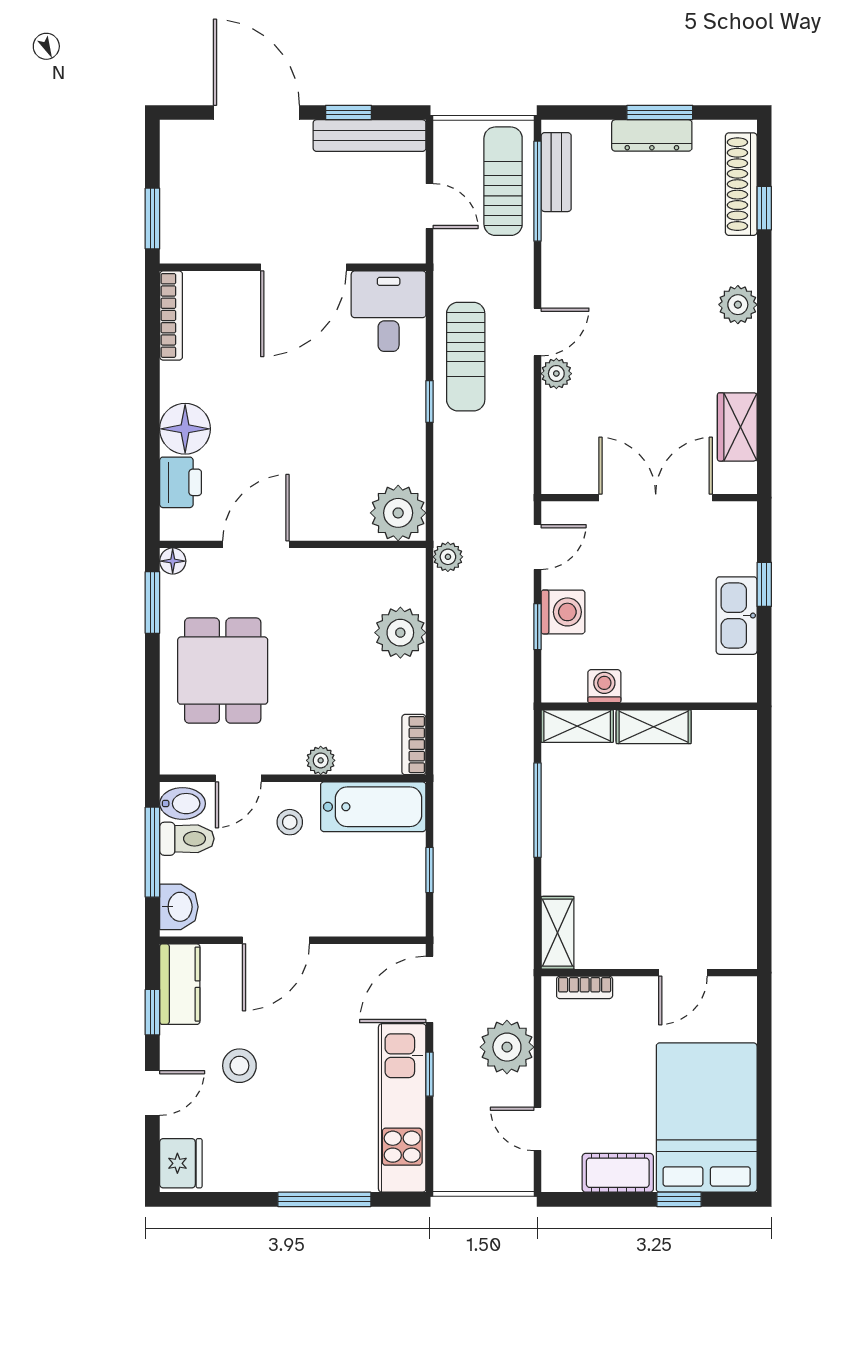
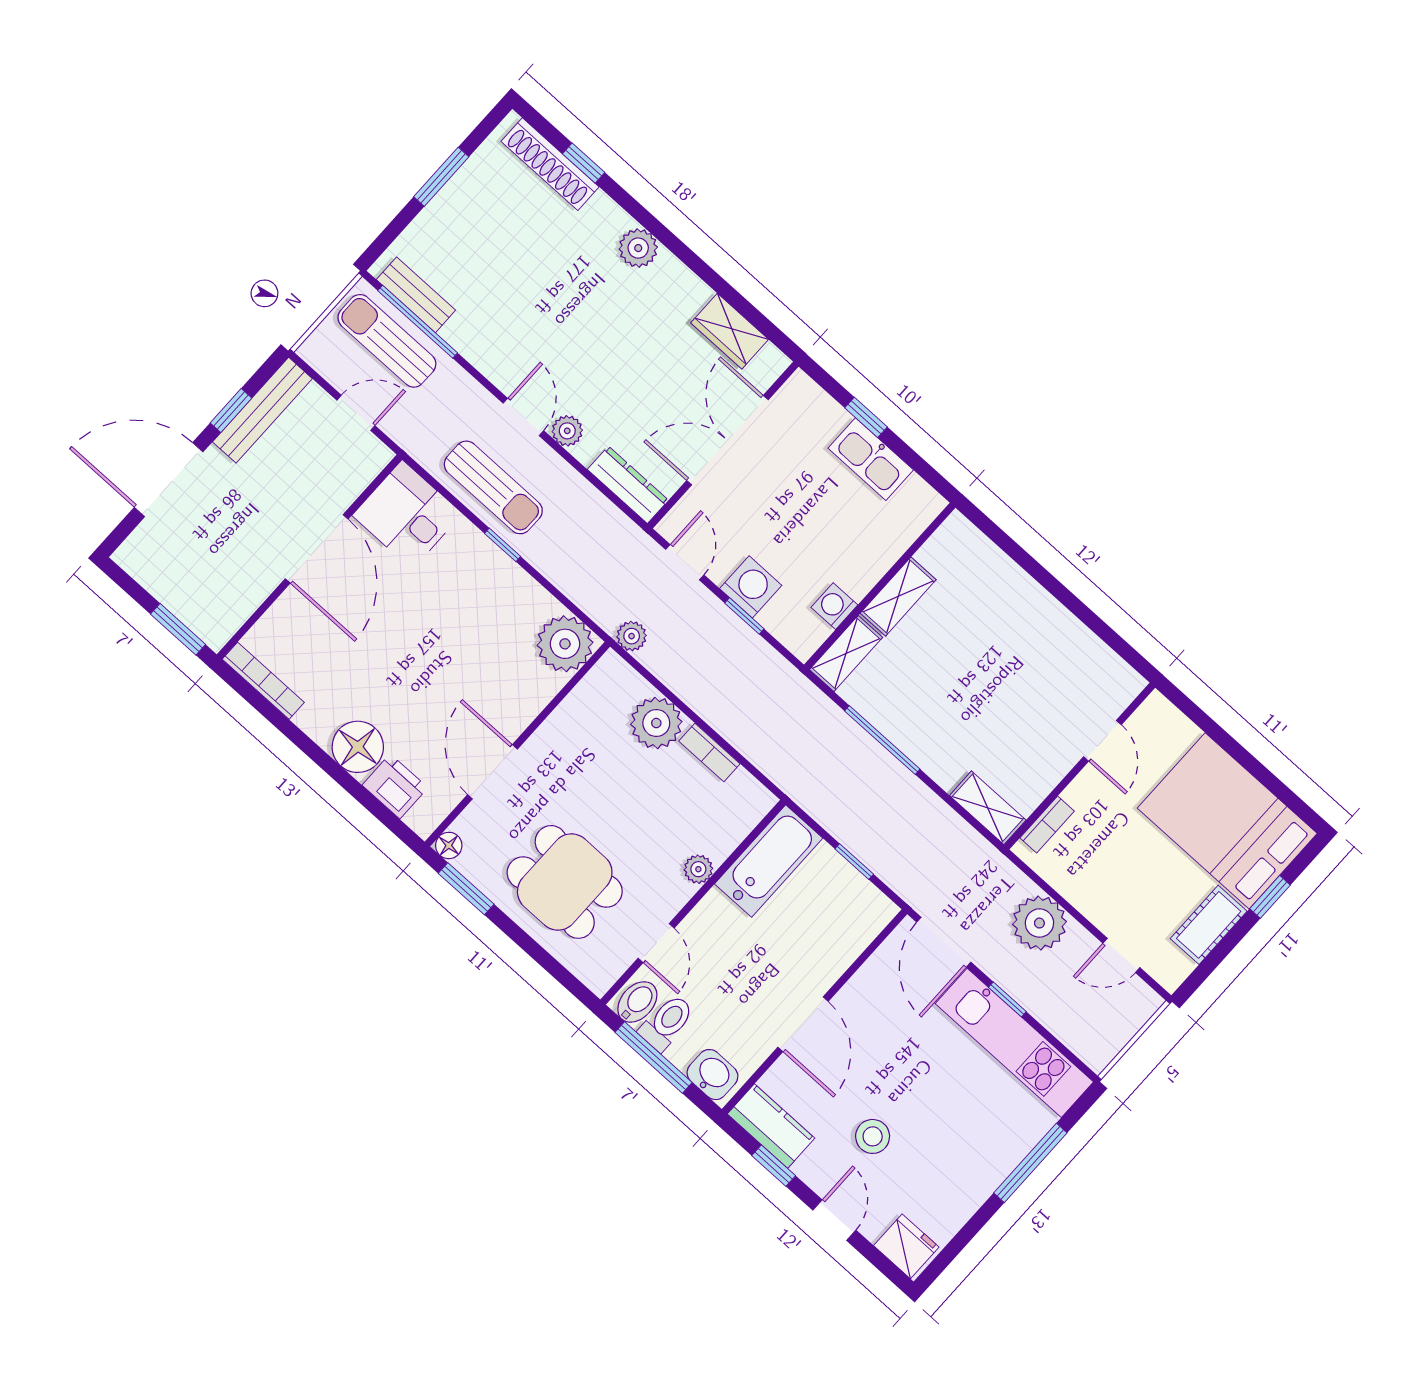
dresser: (652, 135) -> (628, 485), moved, turned -90
bookcase: (414, 745) -> (709, 752), moved
stool: (290, 822) -> (724, 934), removed

